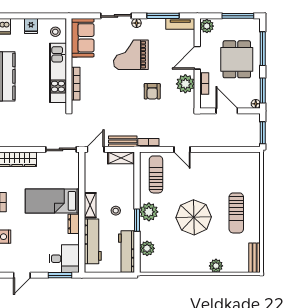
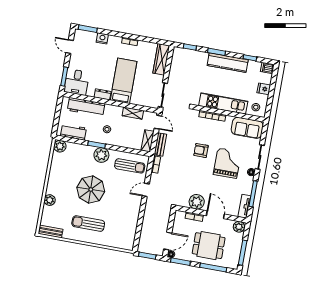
armchair: (152, 91) -> (201, 150), moved
door: (227, 111) -> (168, 241), moved
shelving: (90, 205) -> (133, 113), moved
plant: (147, 248) -> (60, 146), moved
workbench: (127, 251) -> (73, 132), width x0.73

